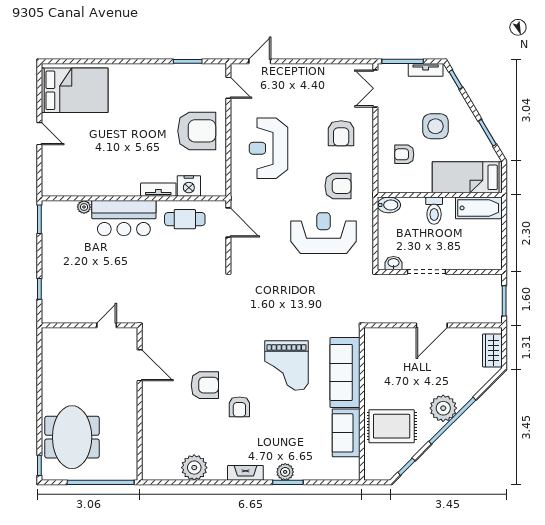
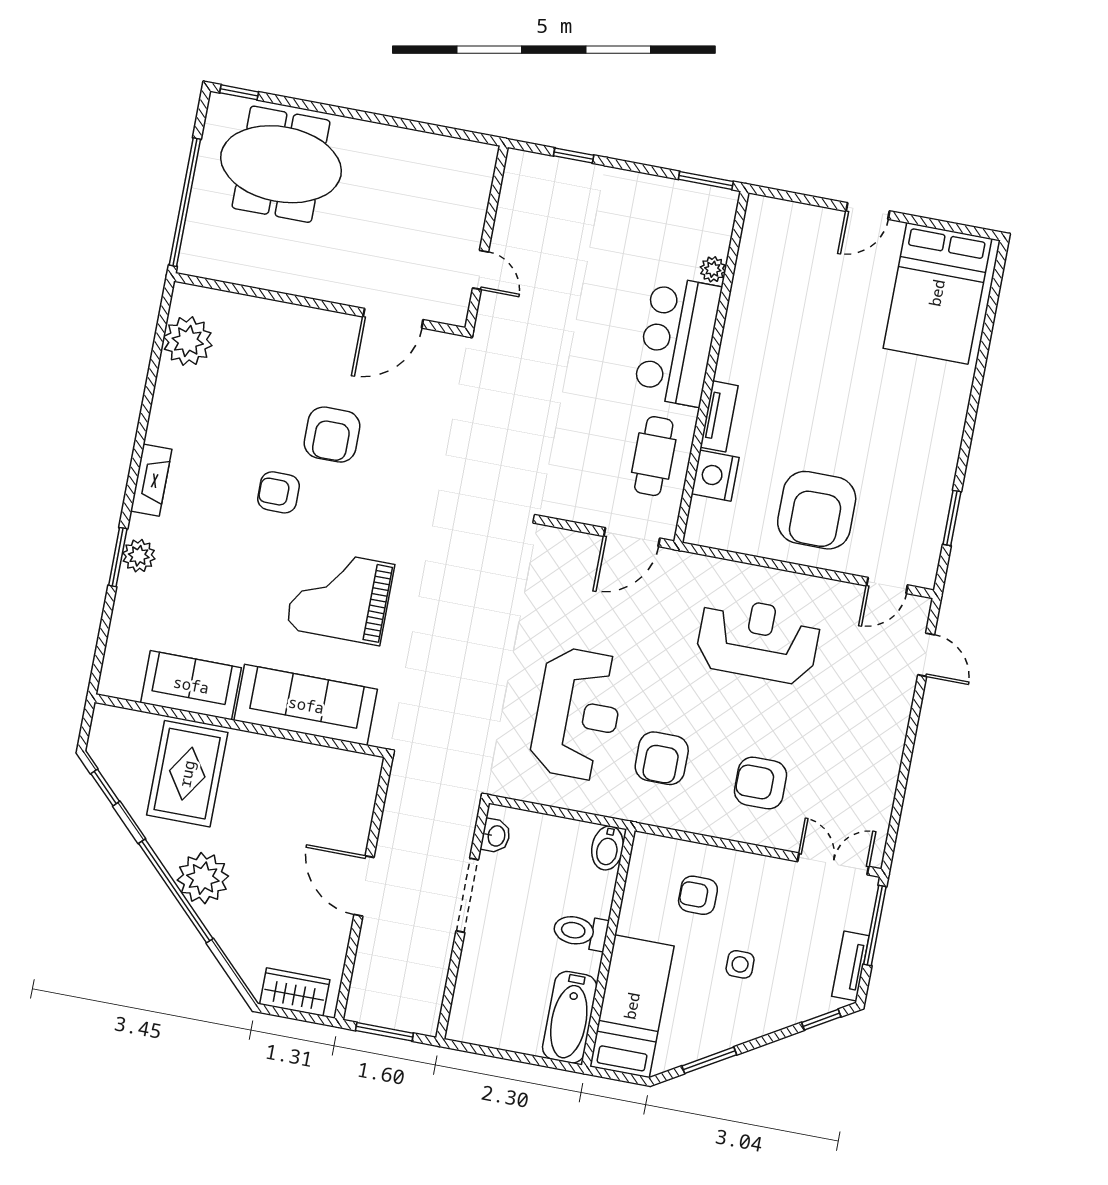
side table: (435, 126) -> (740, 964), width x0.54, depth x0.54
armchair: (404, 154) -> (698, 895), turned -90
plant: (194, 468) -> (188, 341), moved

